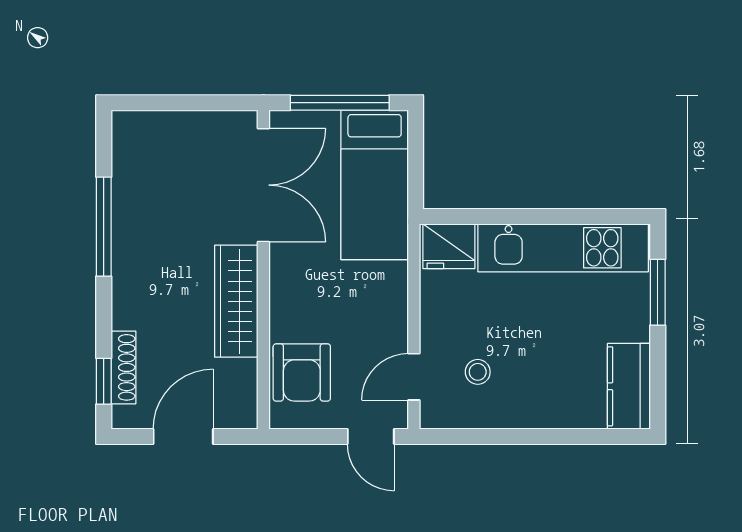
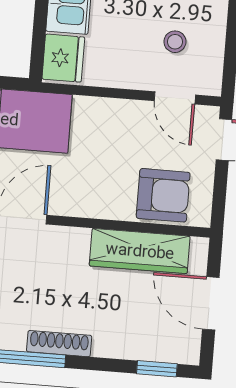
wardrobe: (236, 301) -> (140, 251), moved
shoe rack: (123, 367) -> (59, 344), moved

